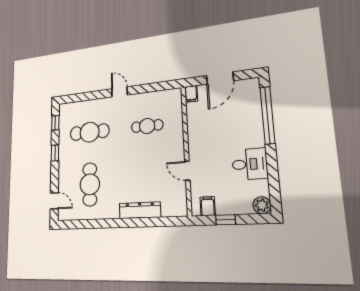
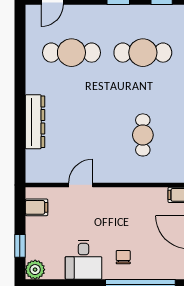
cafe table: (90, 132) -> (143, 53), turned 90
chair: (245, 132) -> (123, 257), added
window: (226, 220) -> (20, 246), moved

